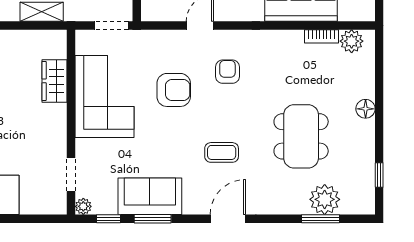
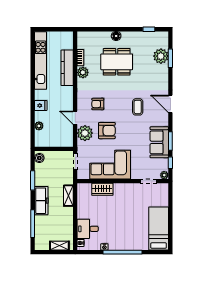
plant: (352, 41) -> (83, 72), moved
plant: (169, 46) -> (85, 133), added
armchair: (174, 90) -> (107, 131), turned 90
dining table: (301, 136) -> (117, 62), moved

